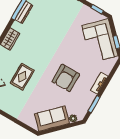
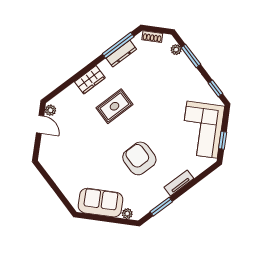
rug: (22, 77) -> (114, 106), moved
armchair: (66, 78) -> (139, 158), turned 90

